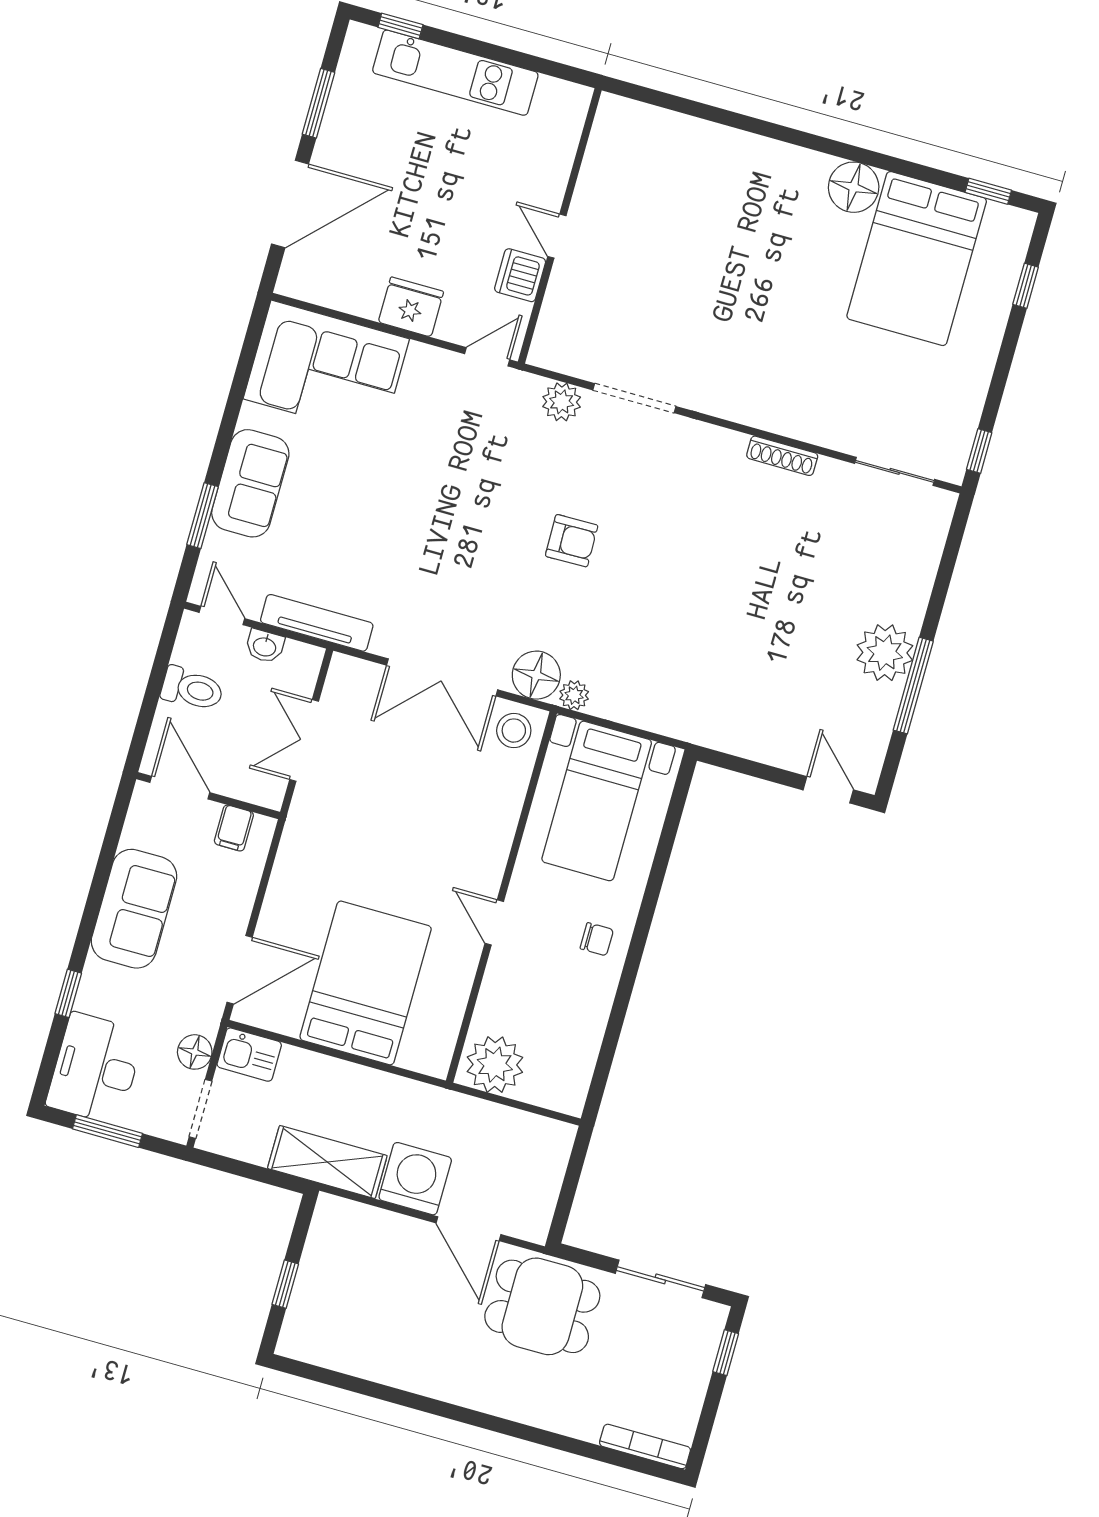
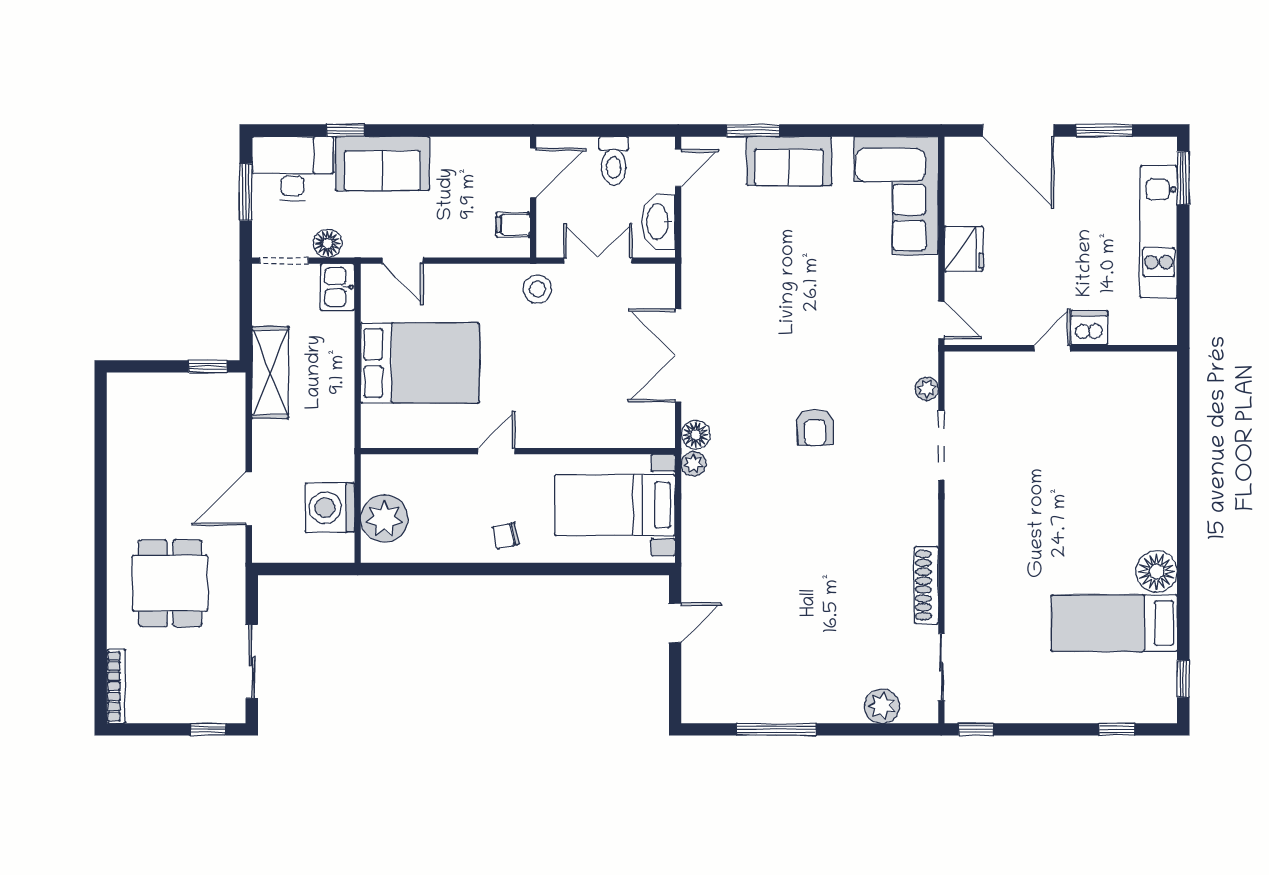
window: (400, 26) -> (1183, 178), width x1.50
bed: (917, 259) -> (1114, 623), width x0.67
dishwasher: (520, 275) -> (1089, 328), moved
plant: (562, 402) -> (927, 389), width x0.73, depth x0.73
shoe rack: (782, 456) -> (926, 585), width x1.36, depth x1.24
tv unit: (317, 623) -> (694, 244), removed
washbasin: (265, 646) -> (658, 222), width x1.91, depth x1.45
plant: (885, 653) -> (882, 706), moved, width x0.73, depth x0.73
floor lamp: (536, 675) -> (696, 435), width x0.73, depth x0.73
stool: (514, 731) -> (537, 289), moved
door: (828, 790) -> (675, 623), moved
sofa: (134, 909) -> (382, 164), moved
chair: (597, 939) -> (506, 536), turned 78
door: (240, 970) -> (403, 261), width x0.73
plant: (495, 1065) -> (384, 519), moved
washing machine: (415, 1179) -> (330, 508), moved, turned 180
window: (285, 1284) -> (208, 366), moved
dining table: (542, 1306) -> (170, 583), moved

